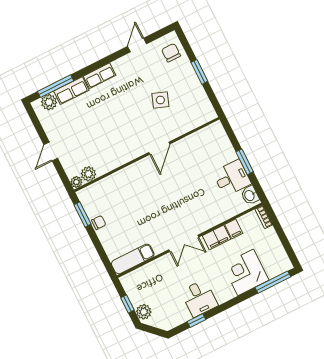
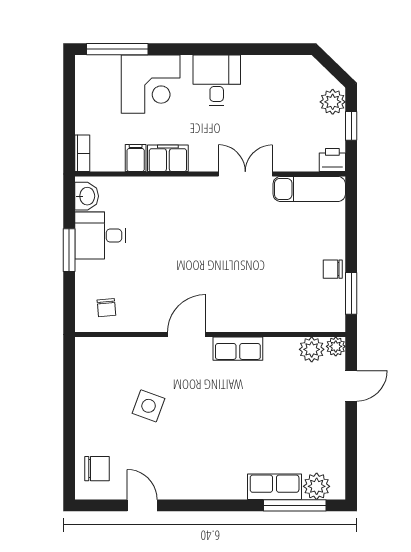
door: (137, 45) -> (142, 505), swing flipped
chair: (171, 53) -> (97, 469), turned -90
window: (199, 72) -> (69, 419), removed
row of seats: (100, 76) -> (238, 349), moved, turned 180
chair: (209, 141) -> (106, 308), added
door: (51, 151) -> (351, 386), moved
double door: (184, 243) -> (245, 174), moved
printer: (128, 281) -> (332, 160), added
desk: (199, 298) -> (217, 80), moved
window: (196, 321) -> (260, 49), removed

